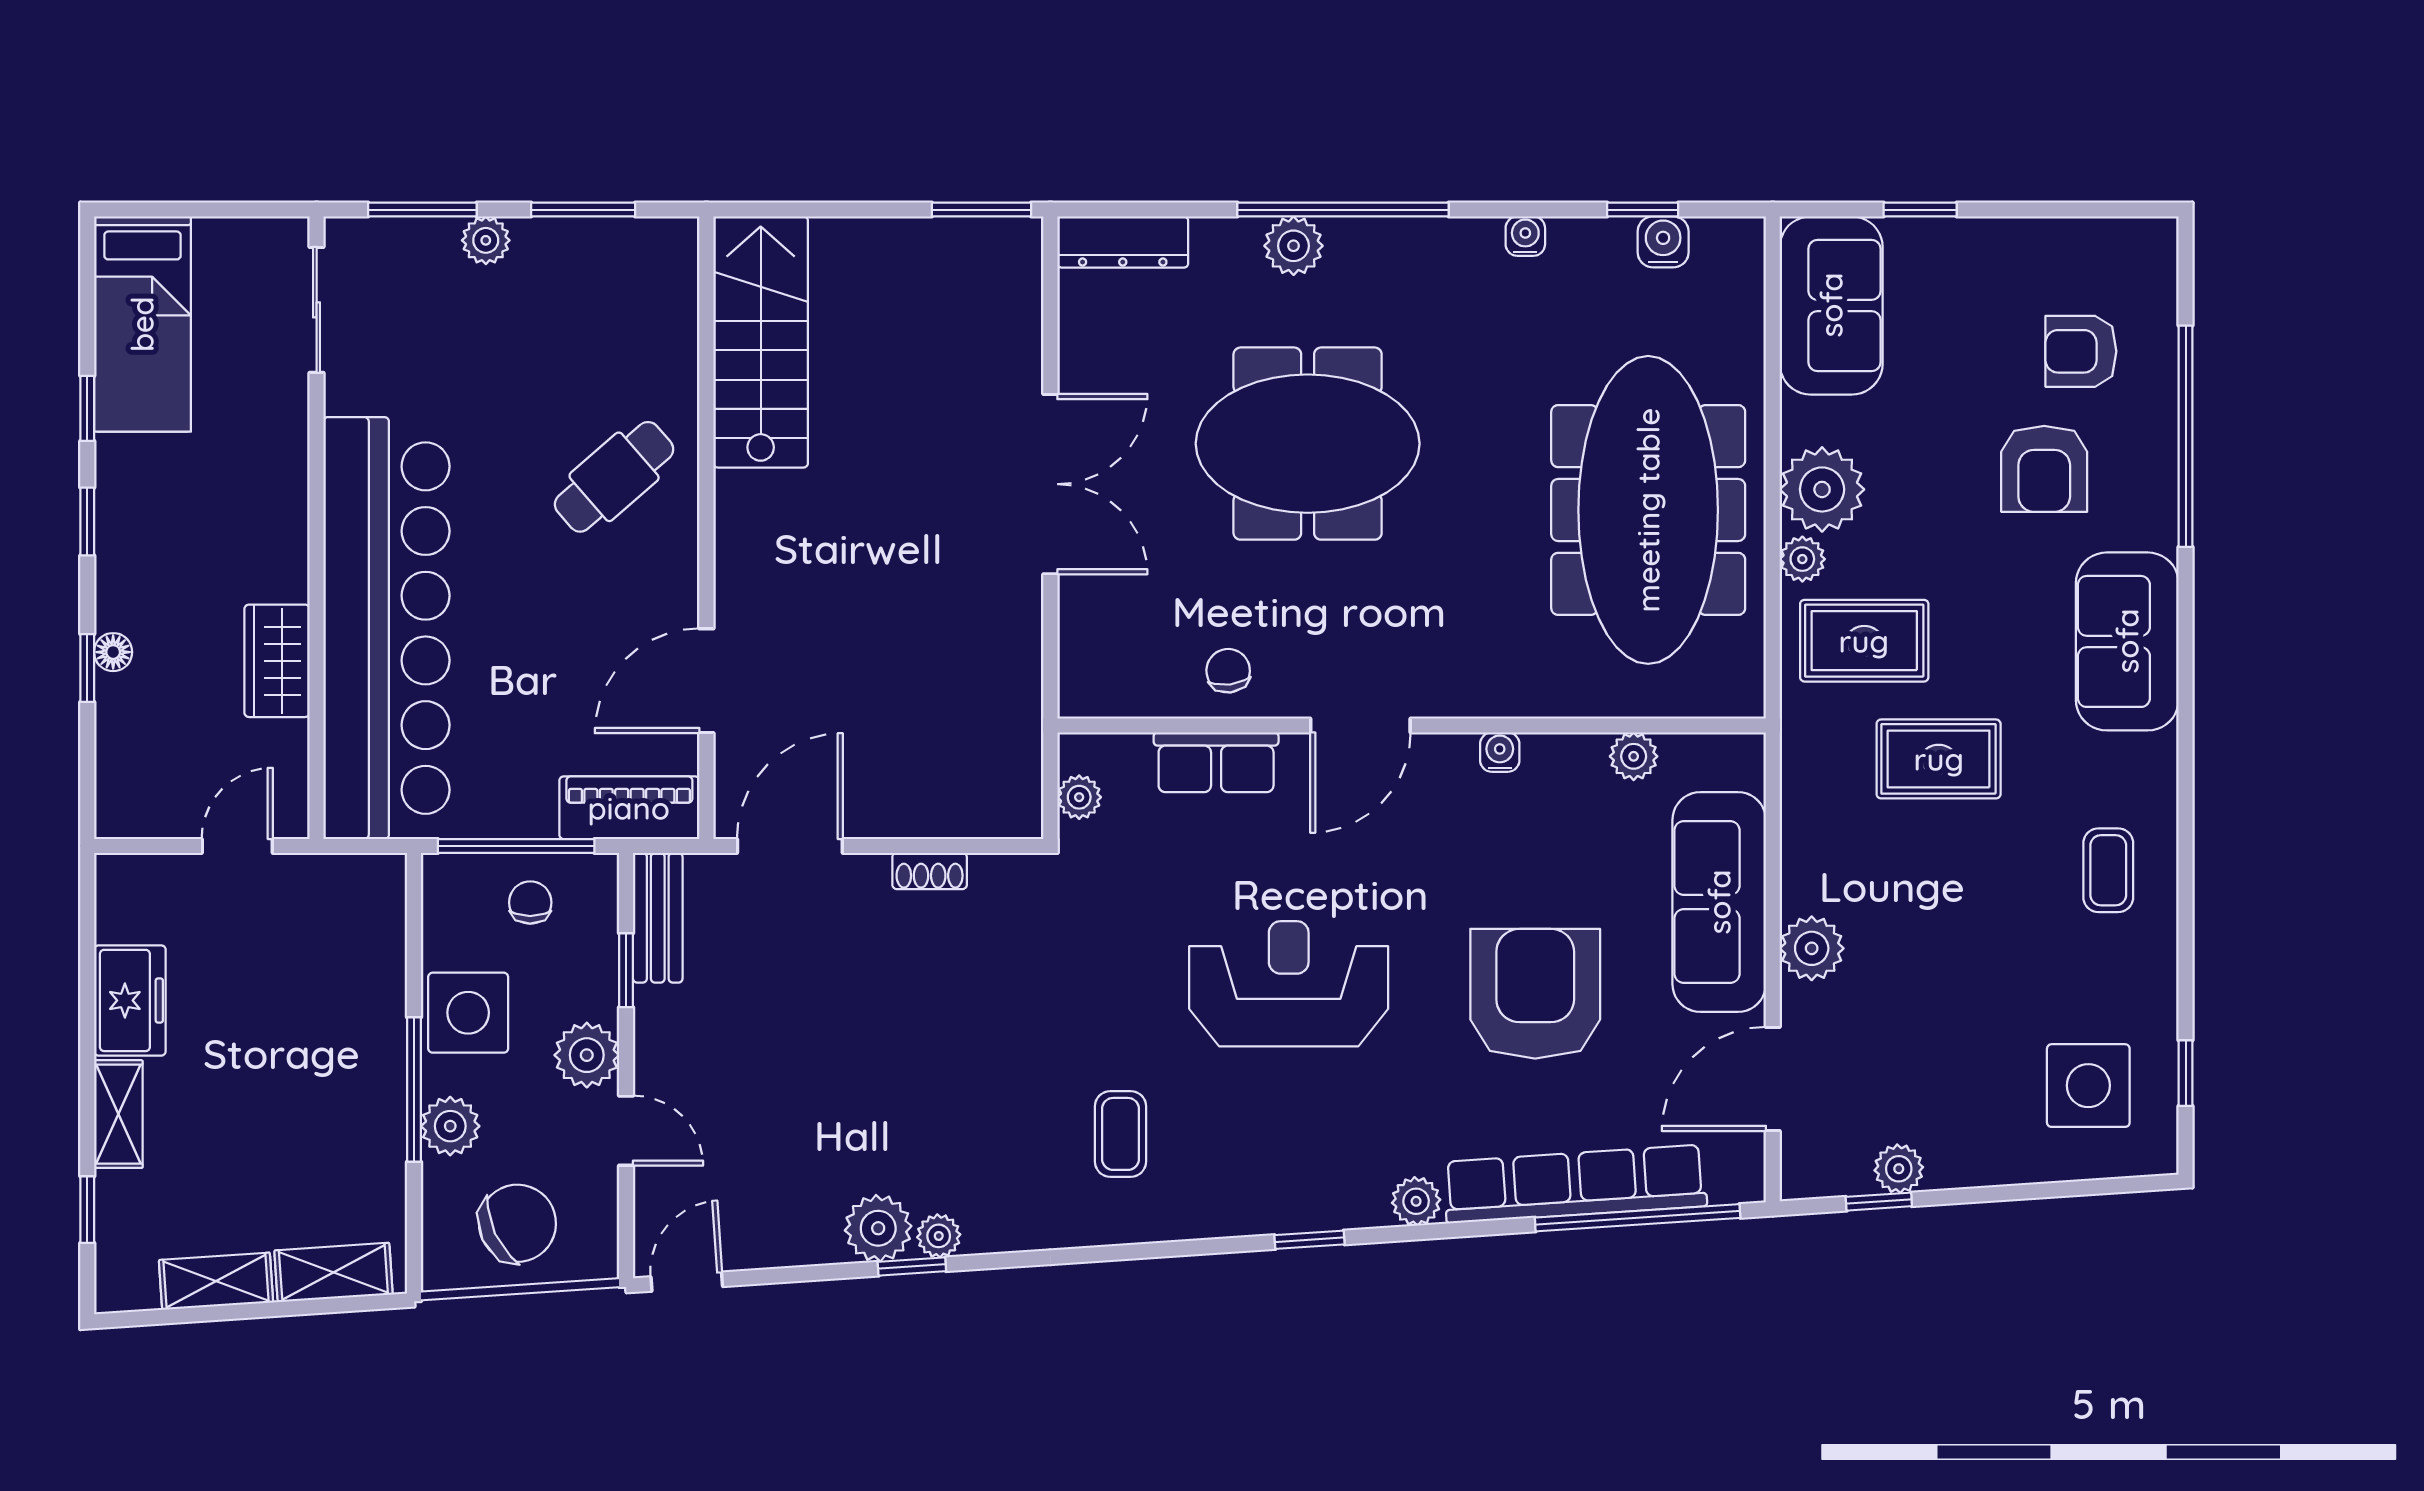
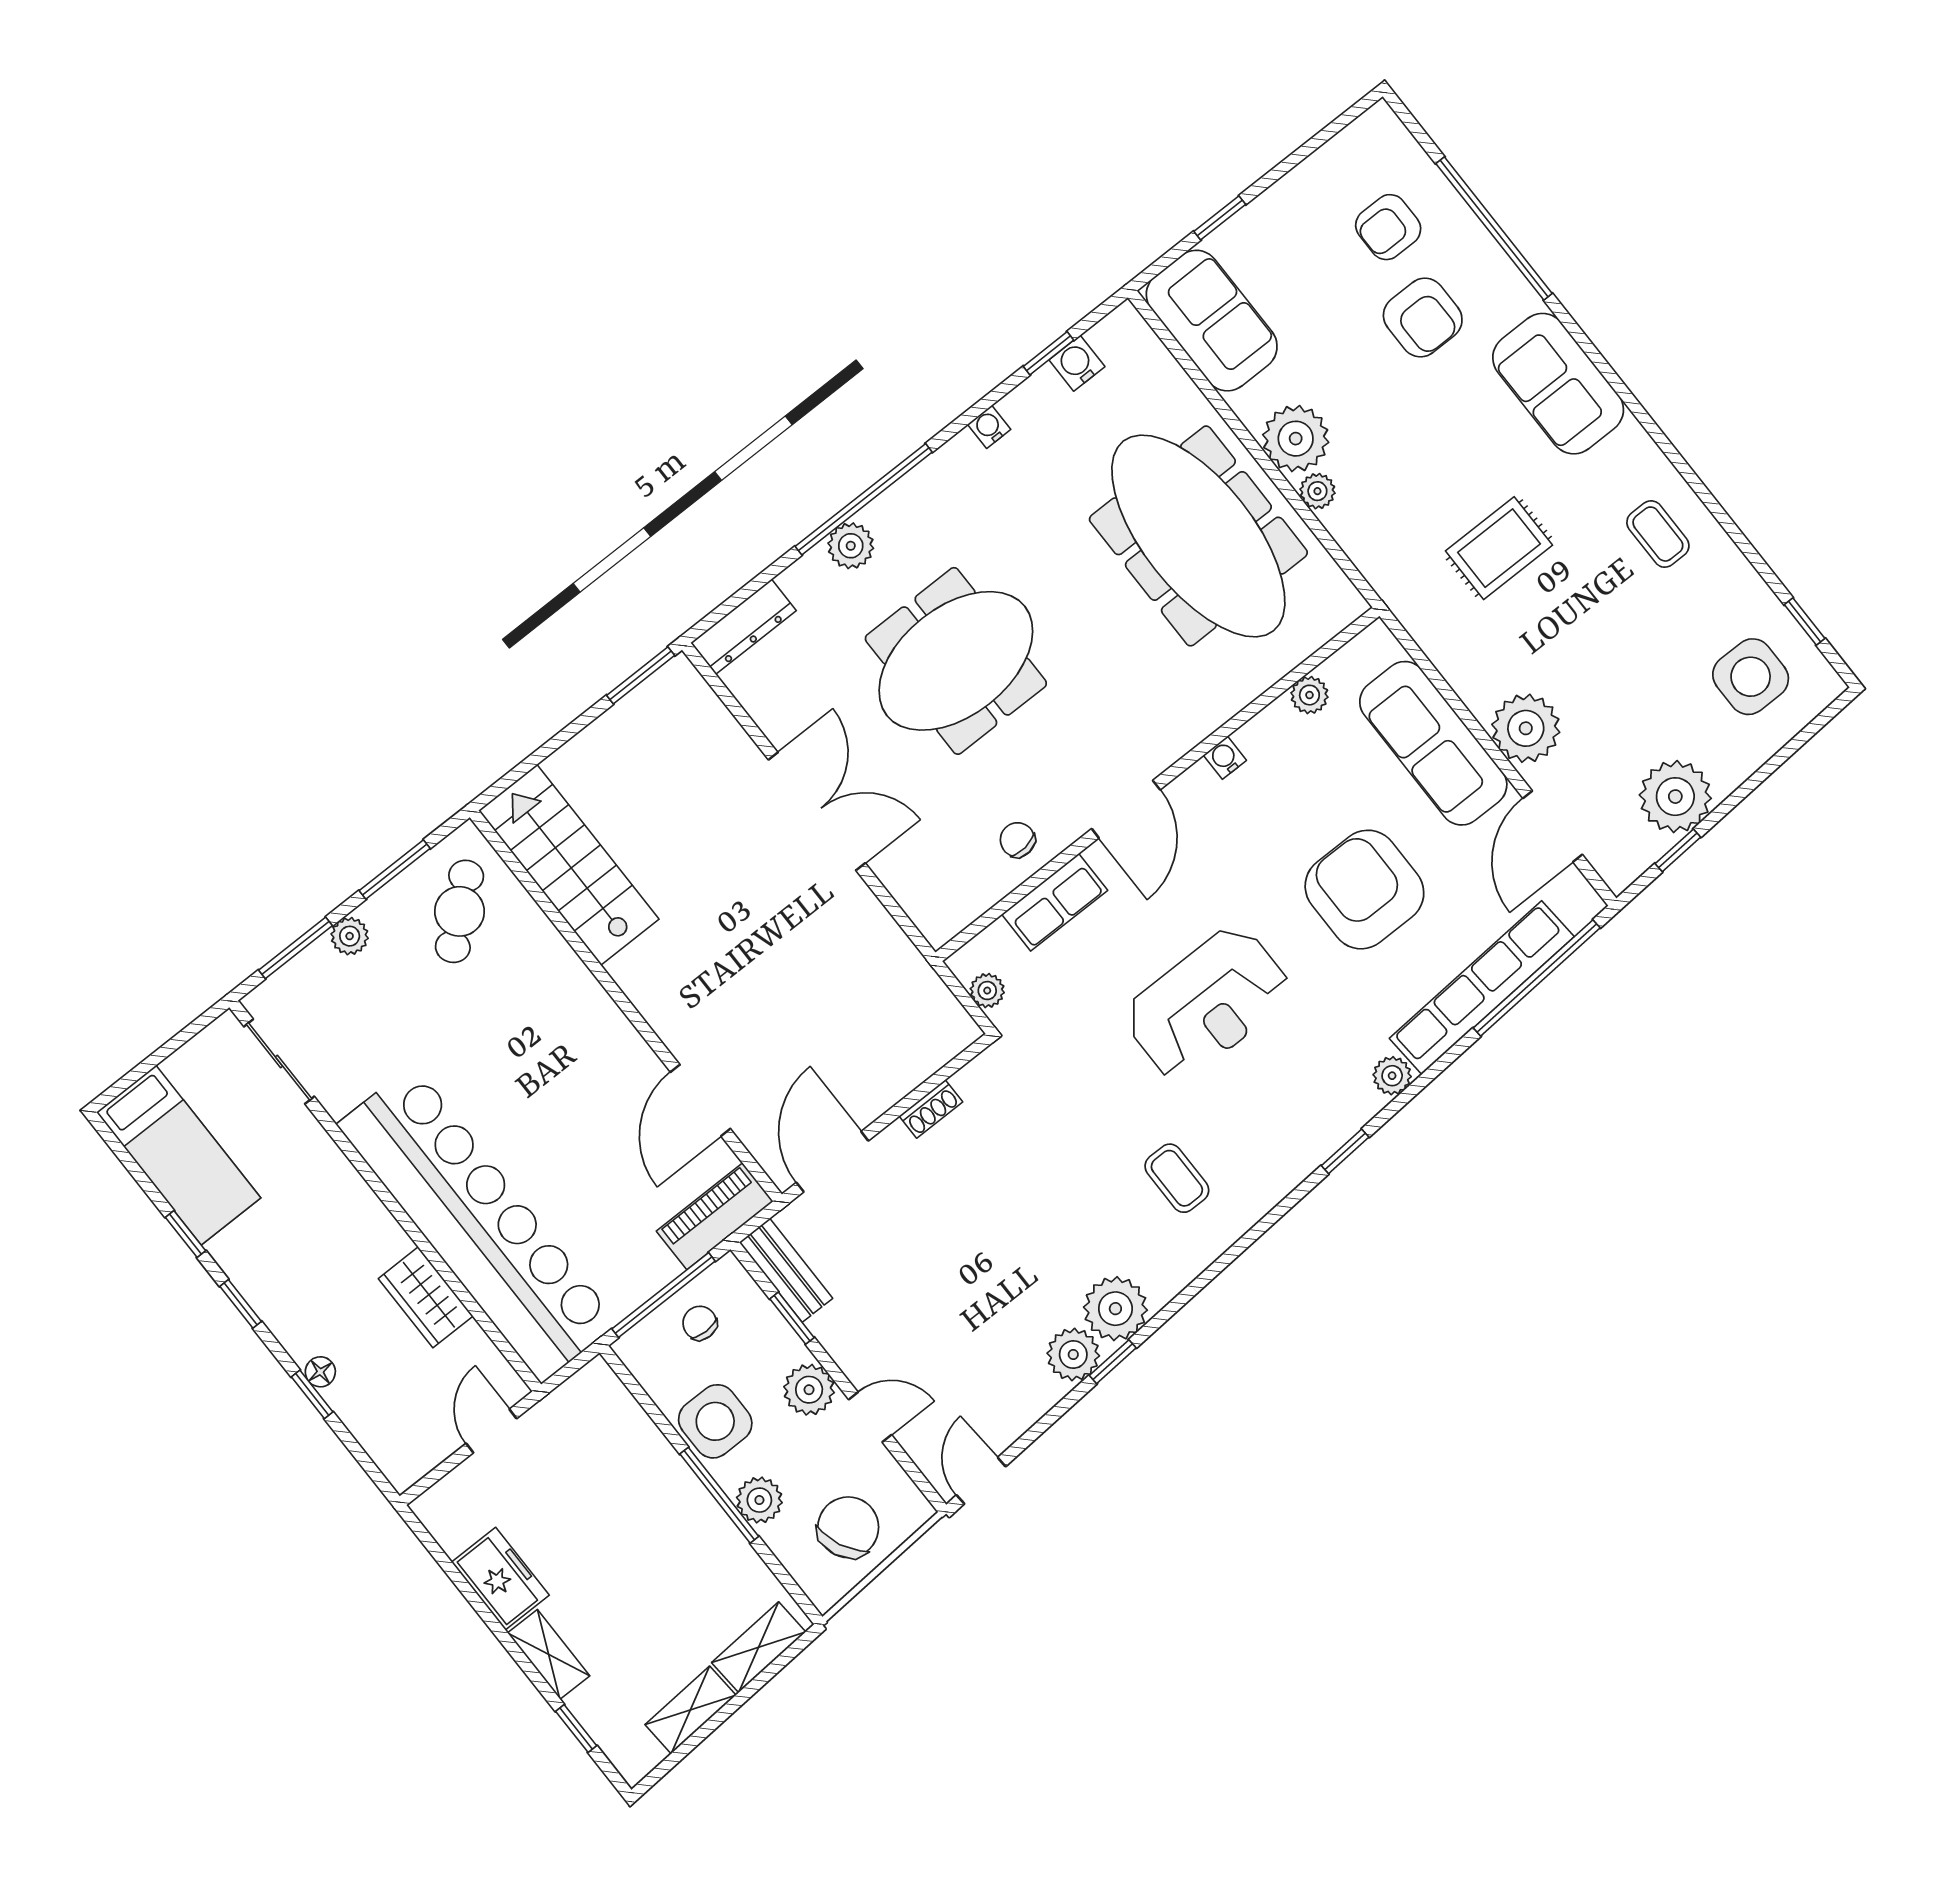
cafe table: (614, 477) -> (459, 911), moved
rug: (1864, 641) -> (1395, 511), removed
plant: (1812, 948) -> (1526, 728), width x1.36, depth x1.36
reception desk: (1289, 984) -> (1207, 1004), turned 180
plant: (1899, 1169) -> (1675, 797), width x1.88, depth x1.88
plant: (939, 1236) -> (1115, 1309), width x1.88, depth x1.88

